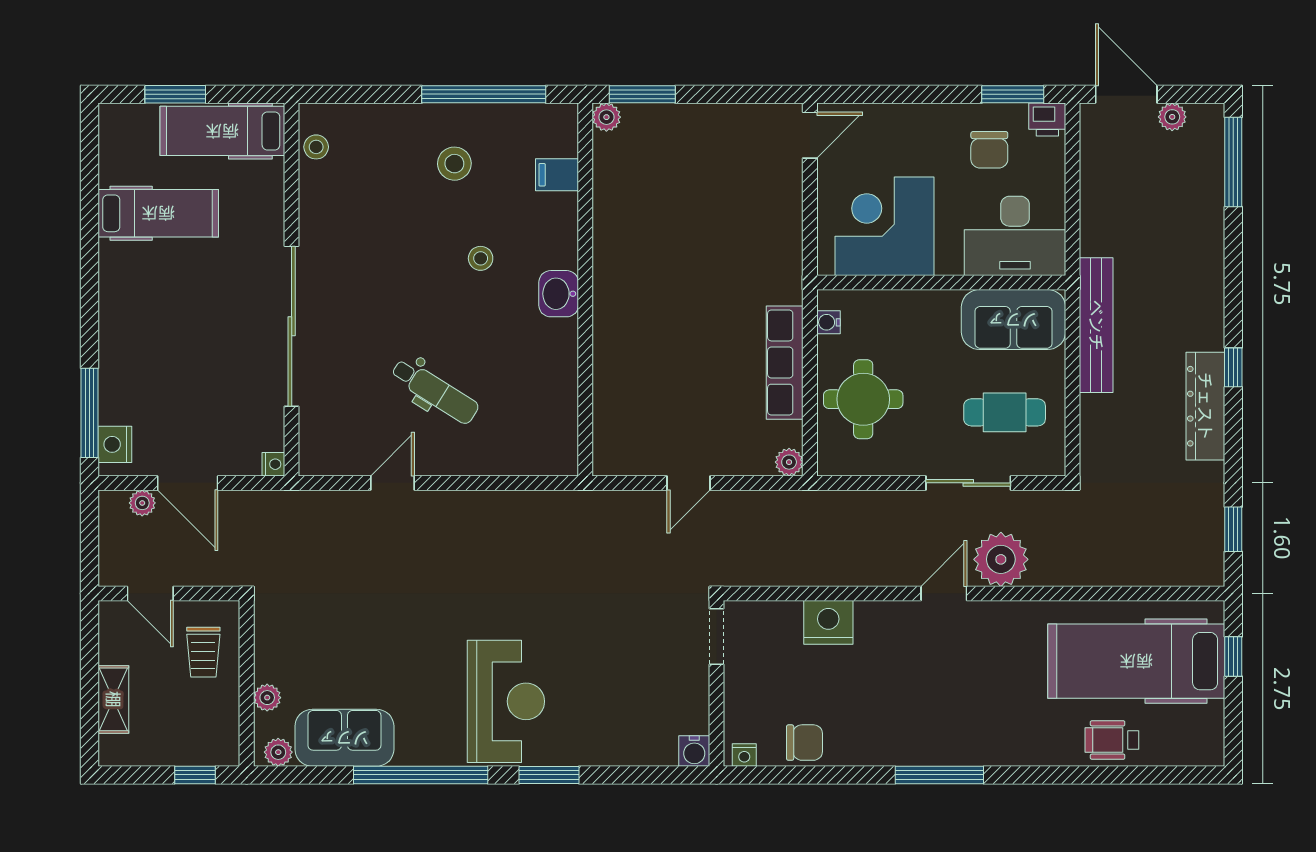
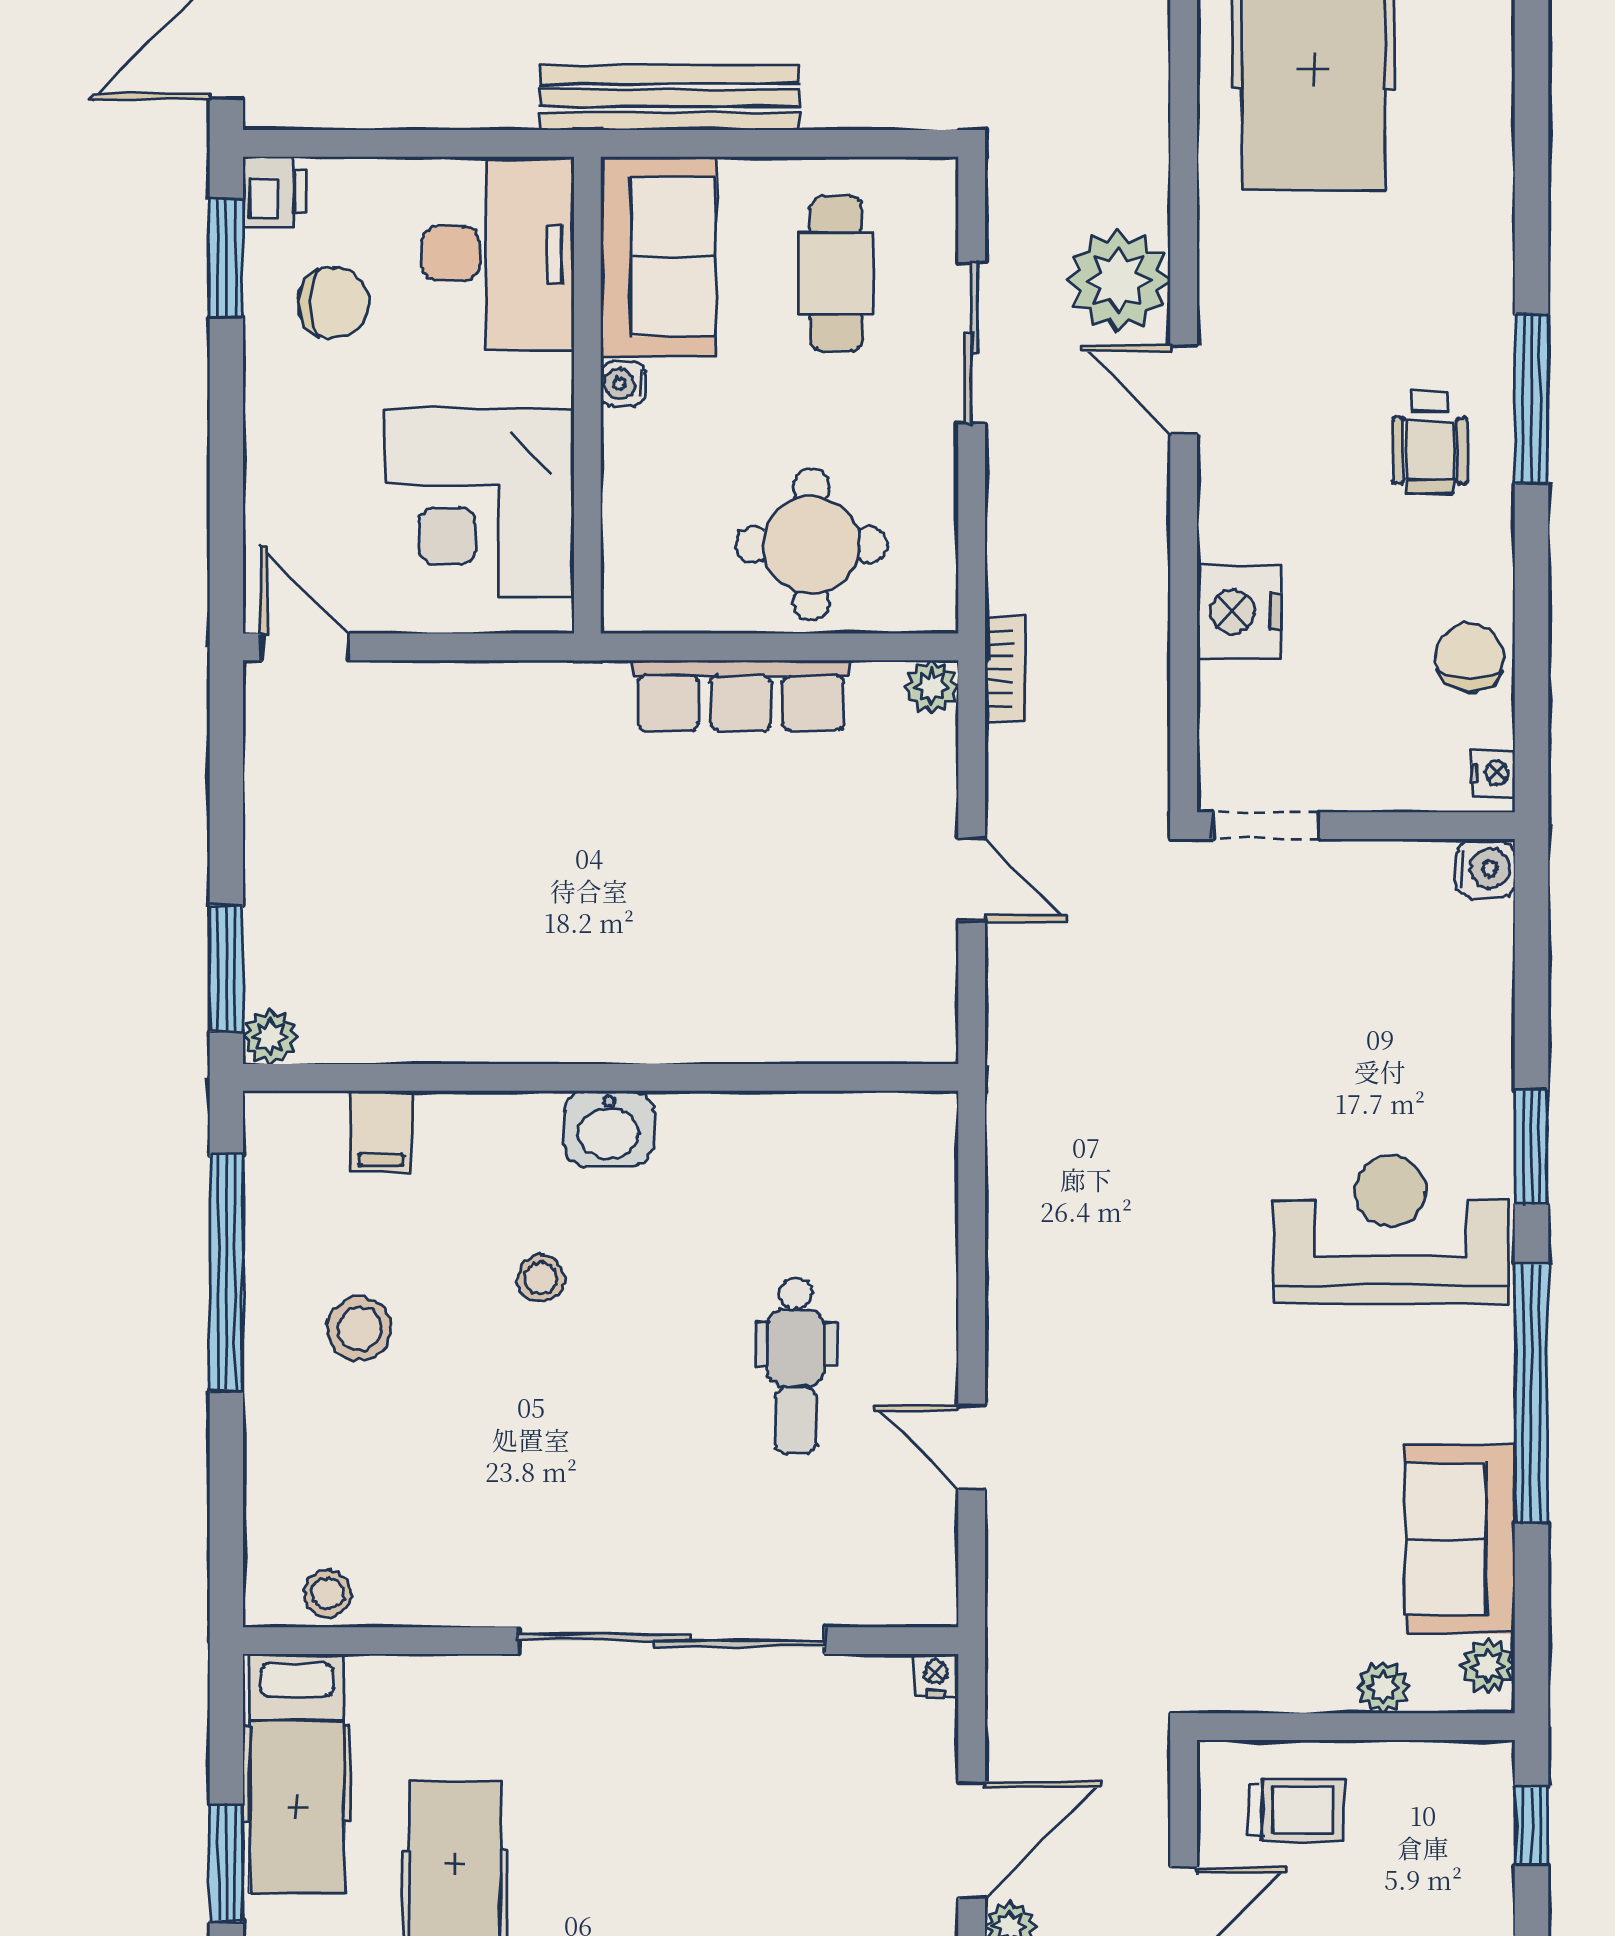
water cooler: (828, 322) -> (623, 384), moved, turned 90
dental chair: (435, 391) -> (796, 1366), turned 148
bookcase: (798, 501) -> (1006, 669), added
wheelchair: (1112, 740) -> (1430, 442), moved

